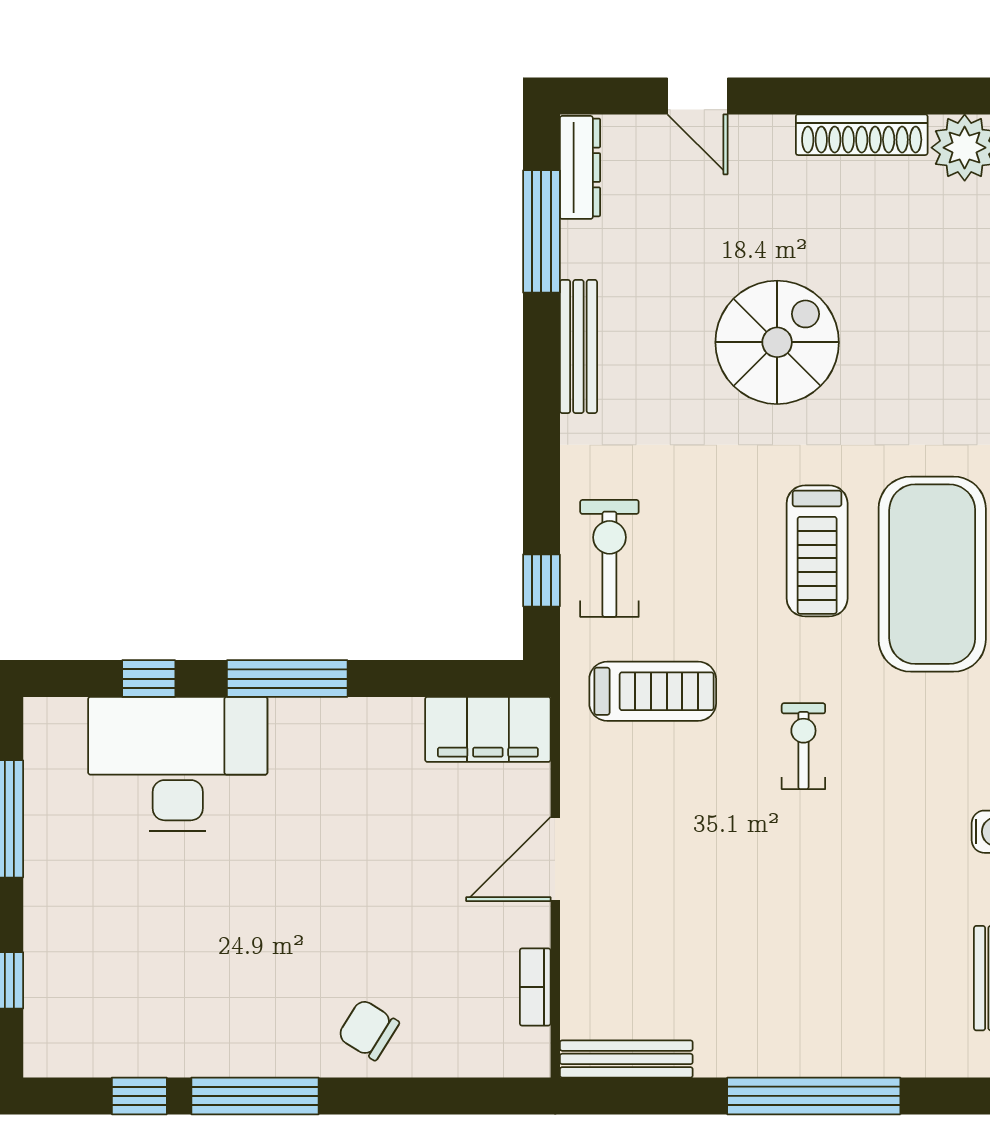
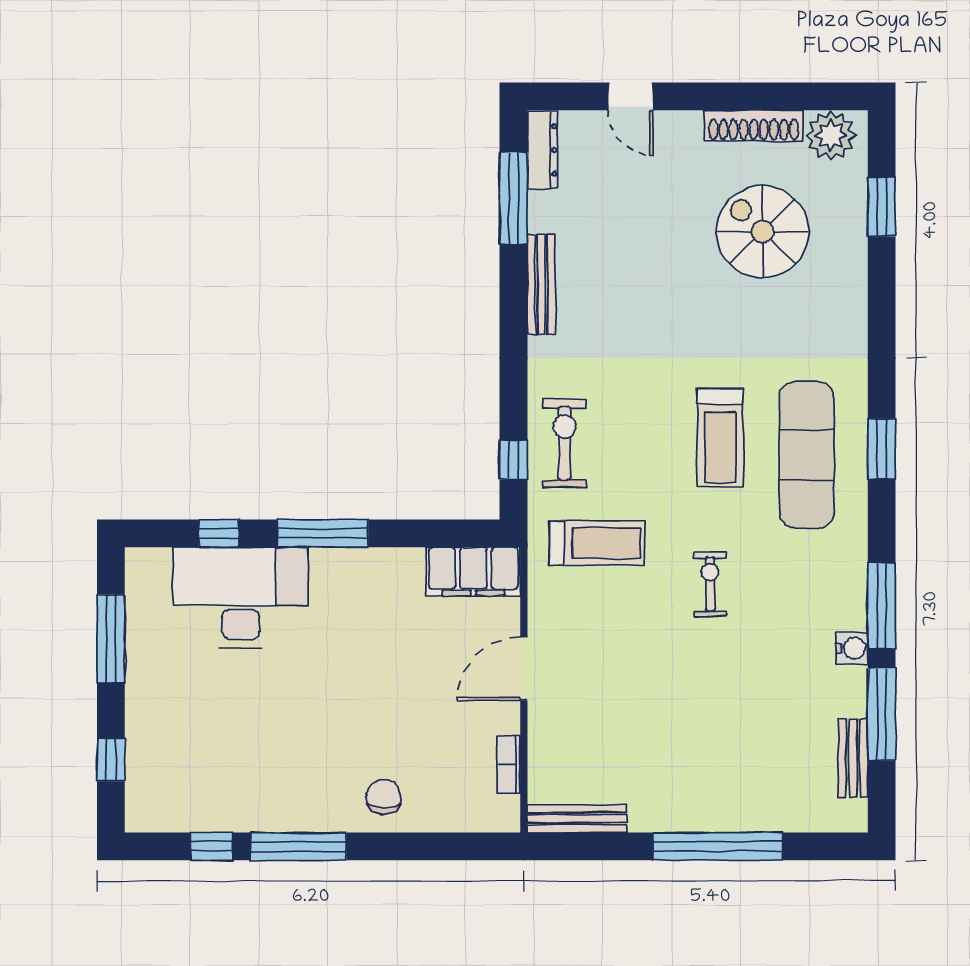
spiral stairs: (777, 342) -> (763, 232), moved, turned -90
exercise mat: (932, 574) -> (807, 455), width x0.68
chair: (368, 1030) -> (384, 797), turned 58

